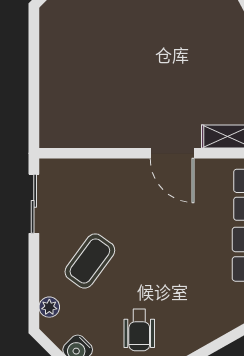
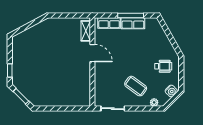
door: (172, 153) -> (92, 53), hinge flipped

